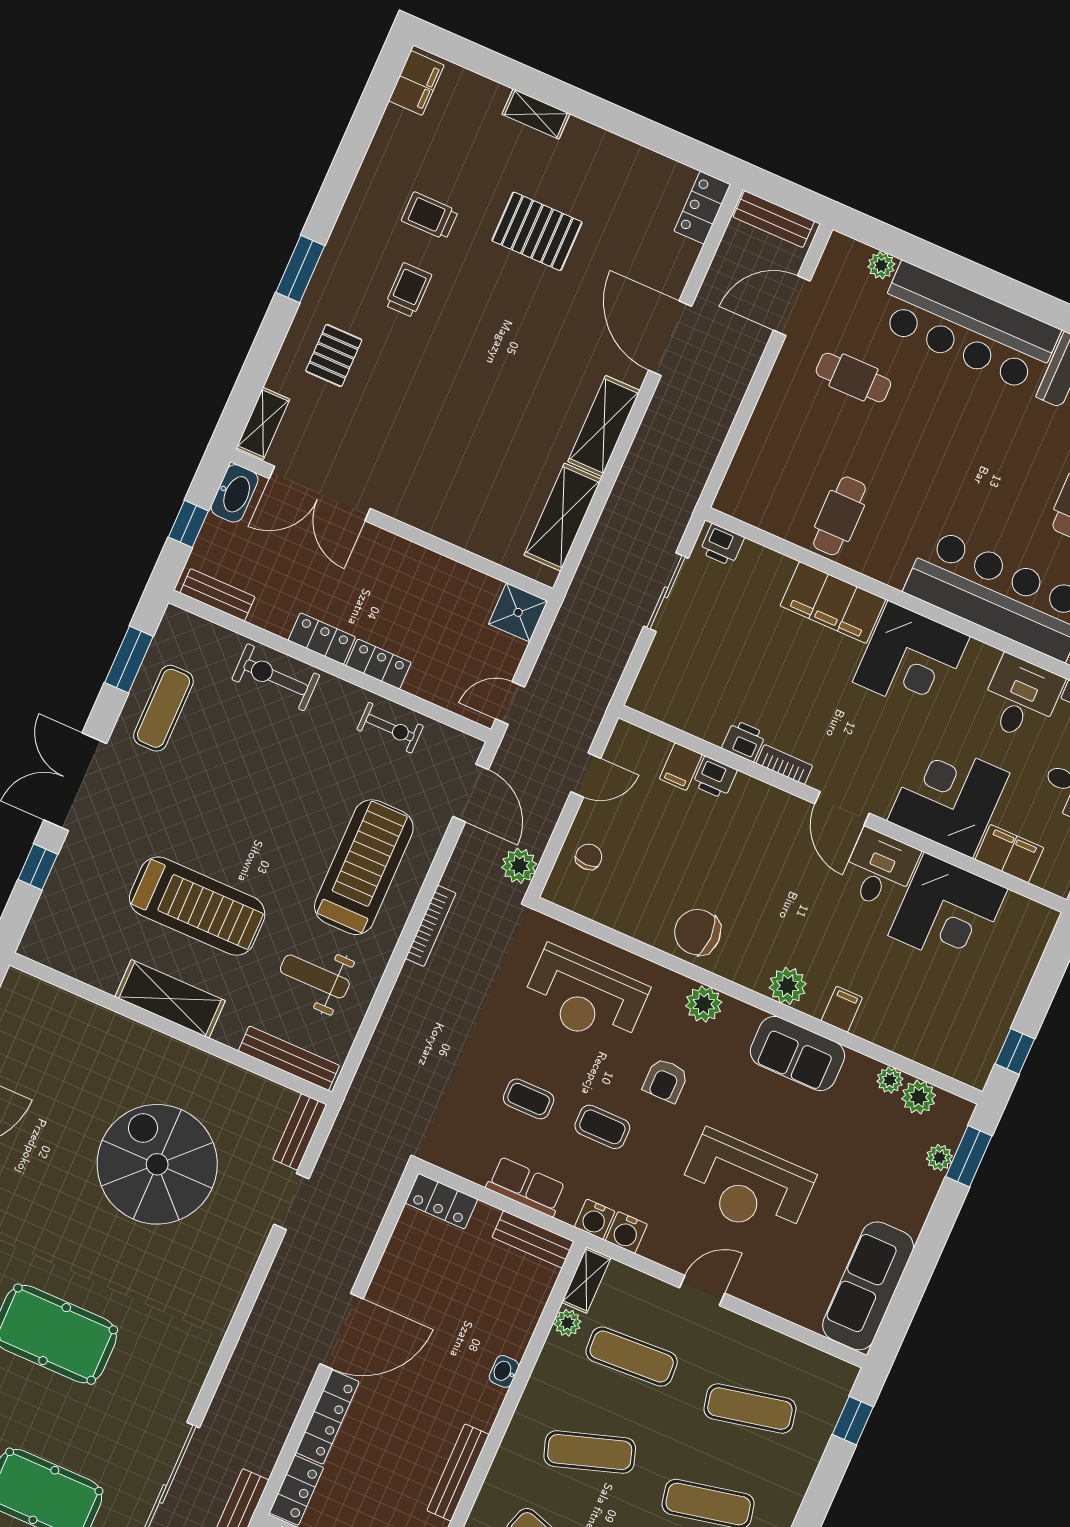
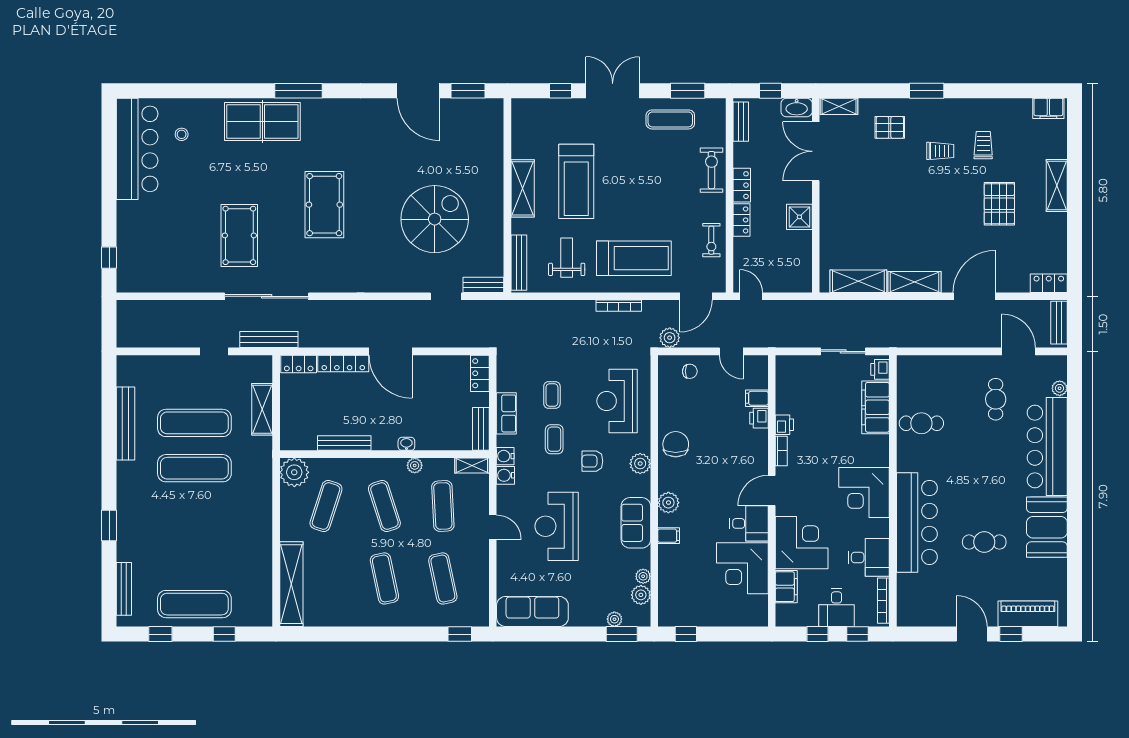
shelving: (536, 114) -> (1057, 186), width x1.50, depth x1.33
filing cabinet: (833, 602) -> (875, 407), moved
shower: (518, 612) -> (799, 217), moved
plant: (567, 1323) -> (415, 465), moved

